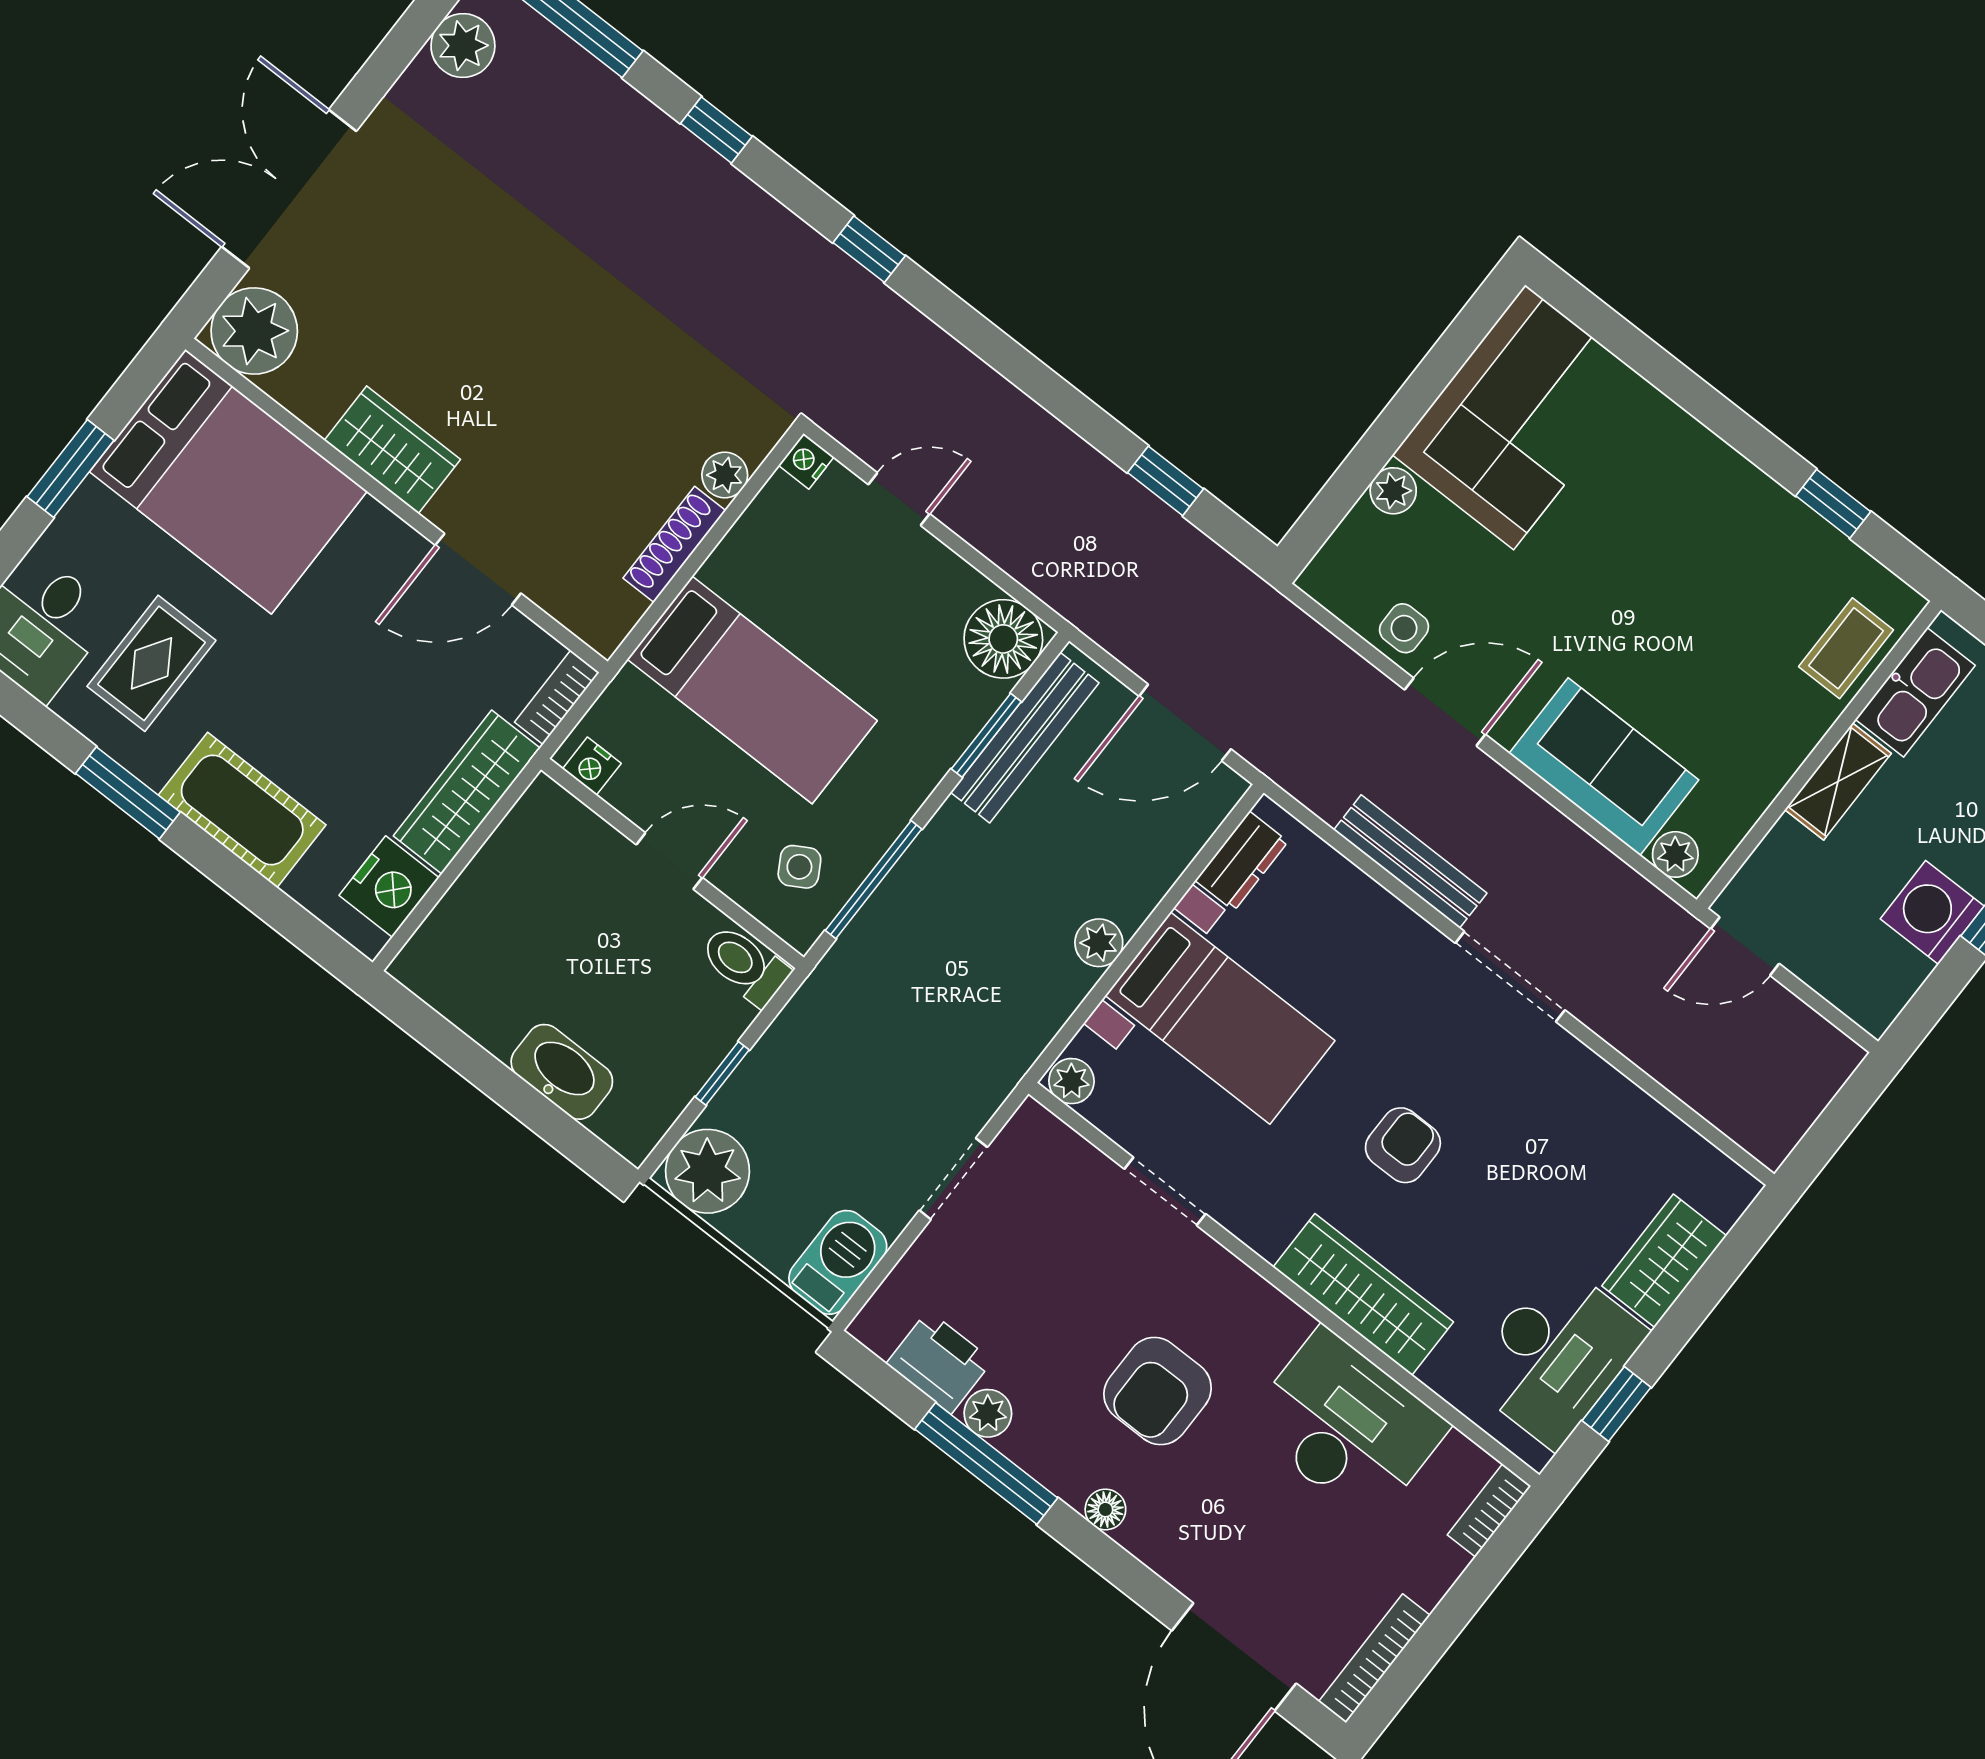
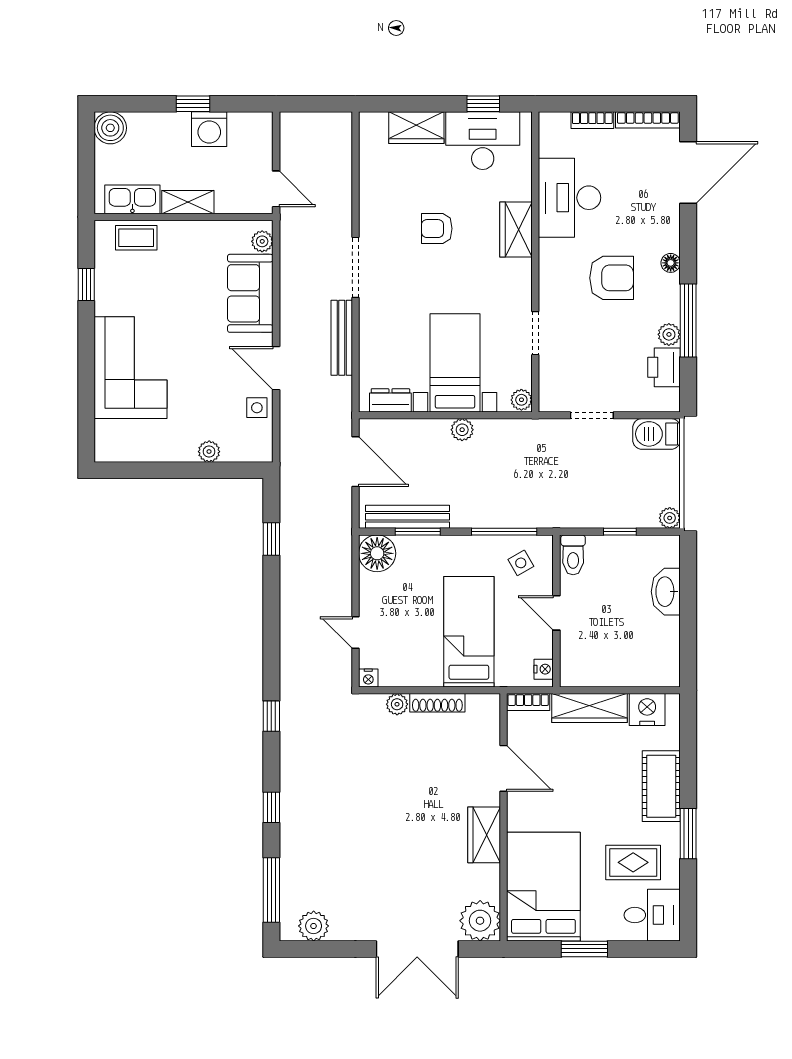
corner sofa: (1519, 417) -> (131, 368), moved, turned 90
armchair: (1403, 1145) -> (437, 229), moved
plant: (708, 1171) -> (670, 518), width x0.53, depth x0.53
wardrobe: (1363, 1294) -> (516, 230), width x0.67
bookcase: (1489, 1510) -> (592, 120), moved

